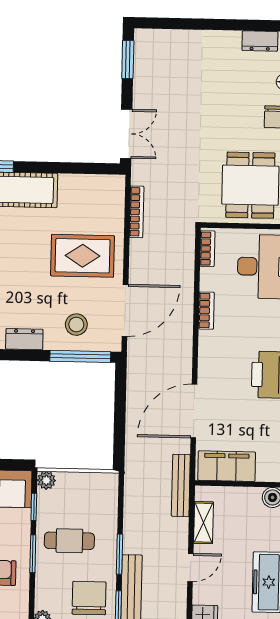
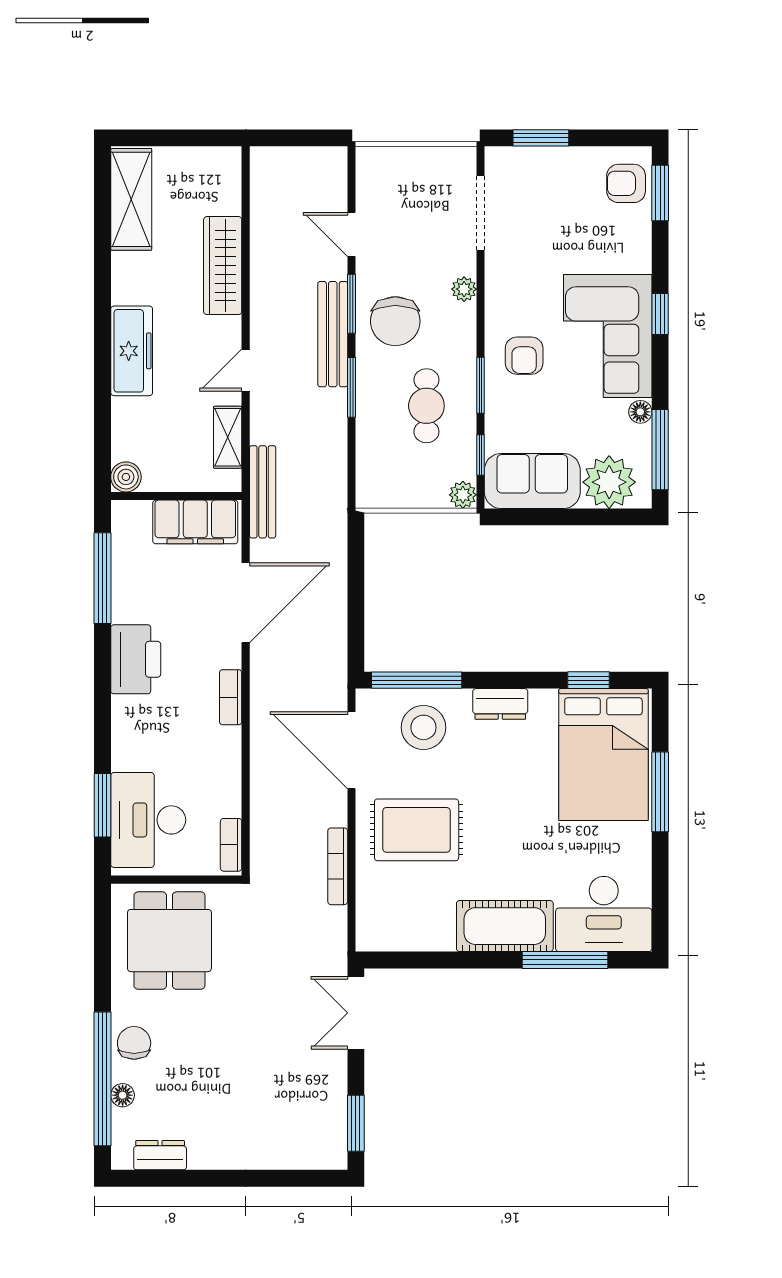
bookcase: (137, 212) -> (338, 866), moved
door: (125, 310) -> (352, 750), hinge flipped
bookcase: (206, 311) -> (231, 697), moved
stool: (76, 325) -> (423, 727), width x1.38, depth x1.38
cafe table: (69, 541) -> (426, 406), turned 90

